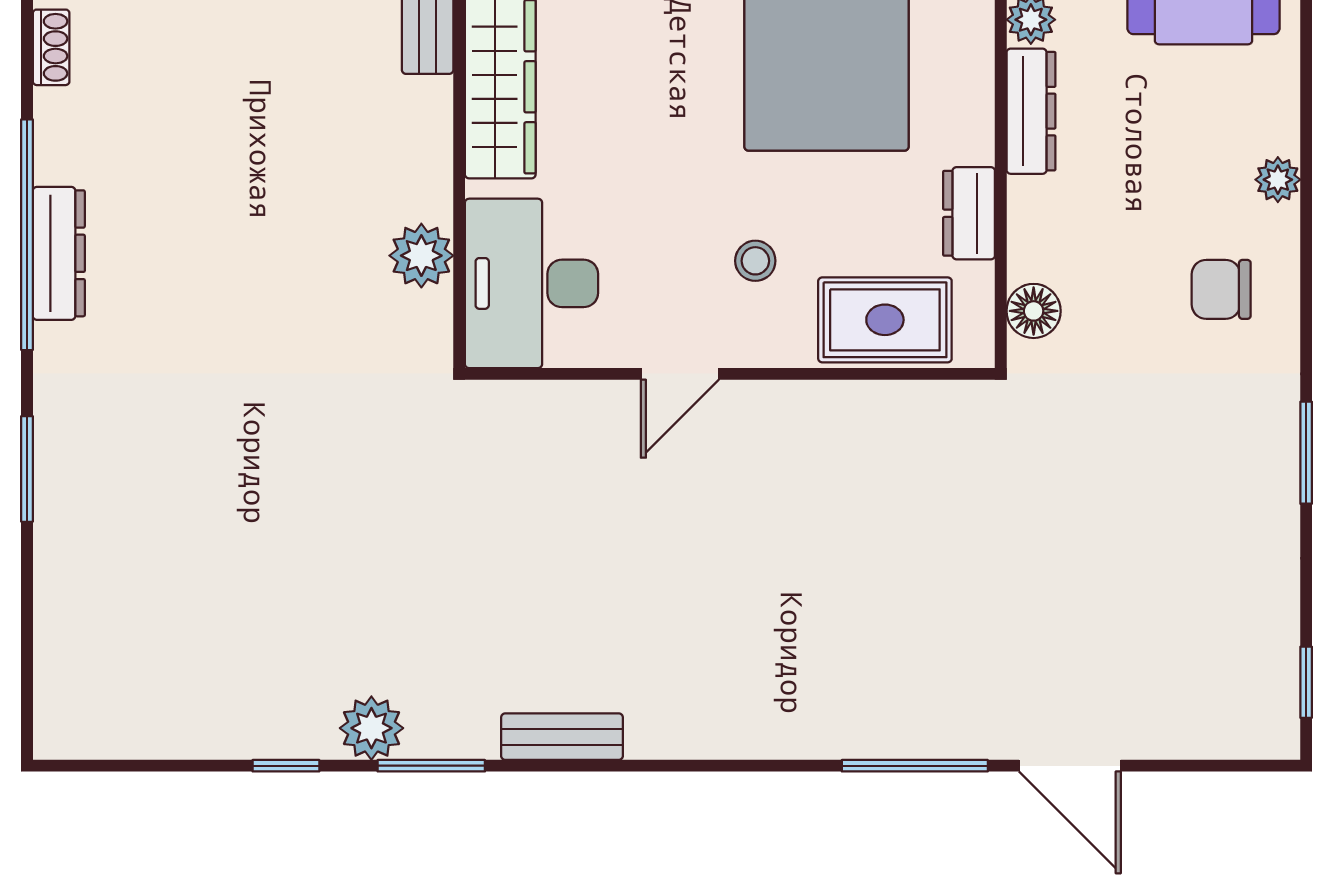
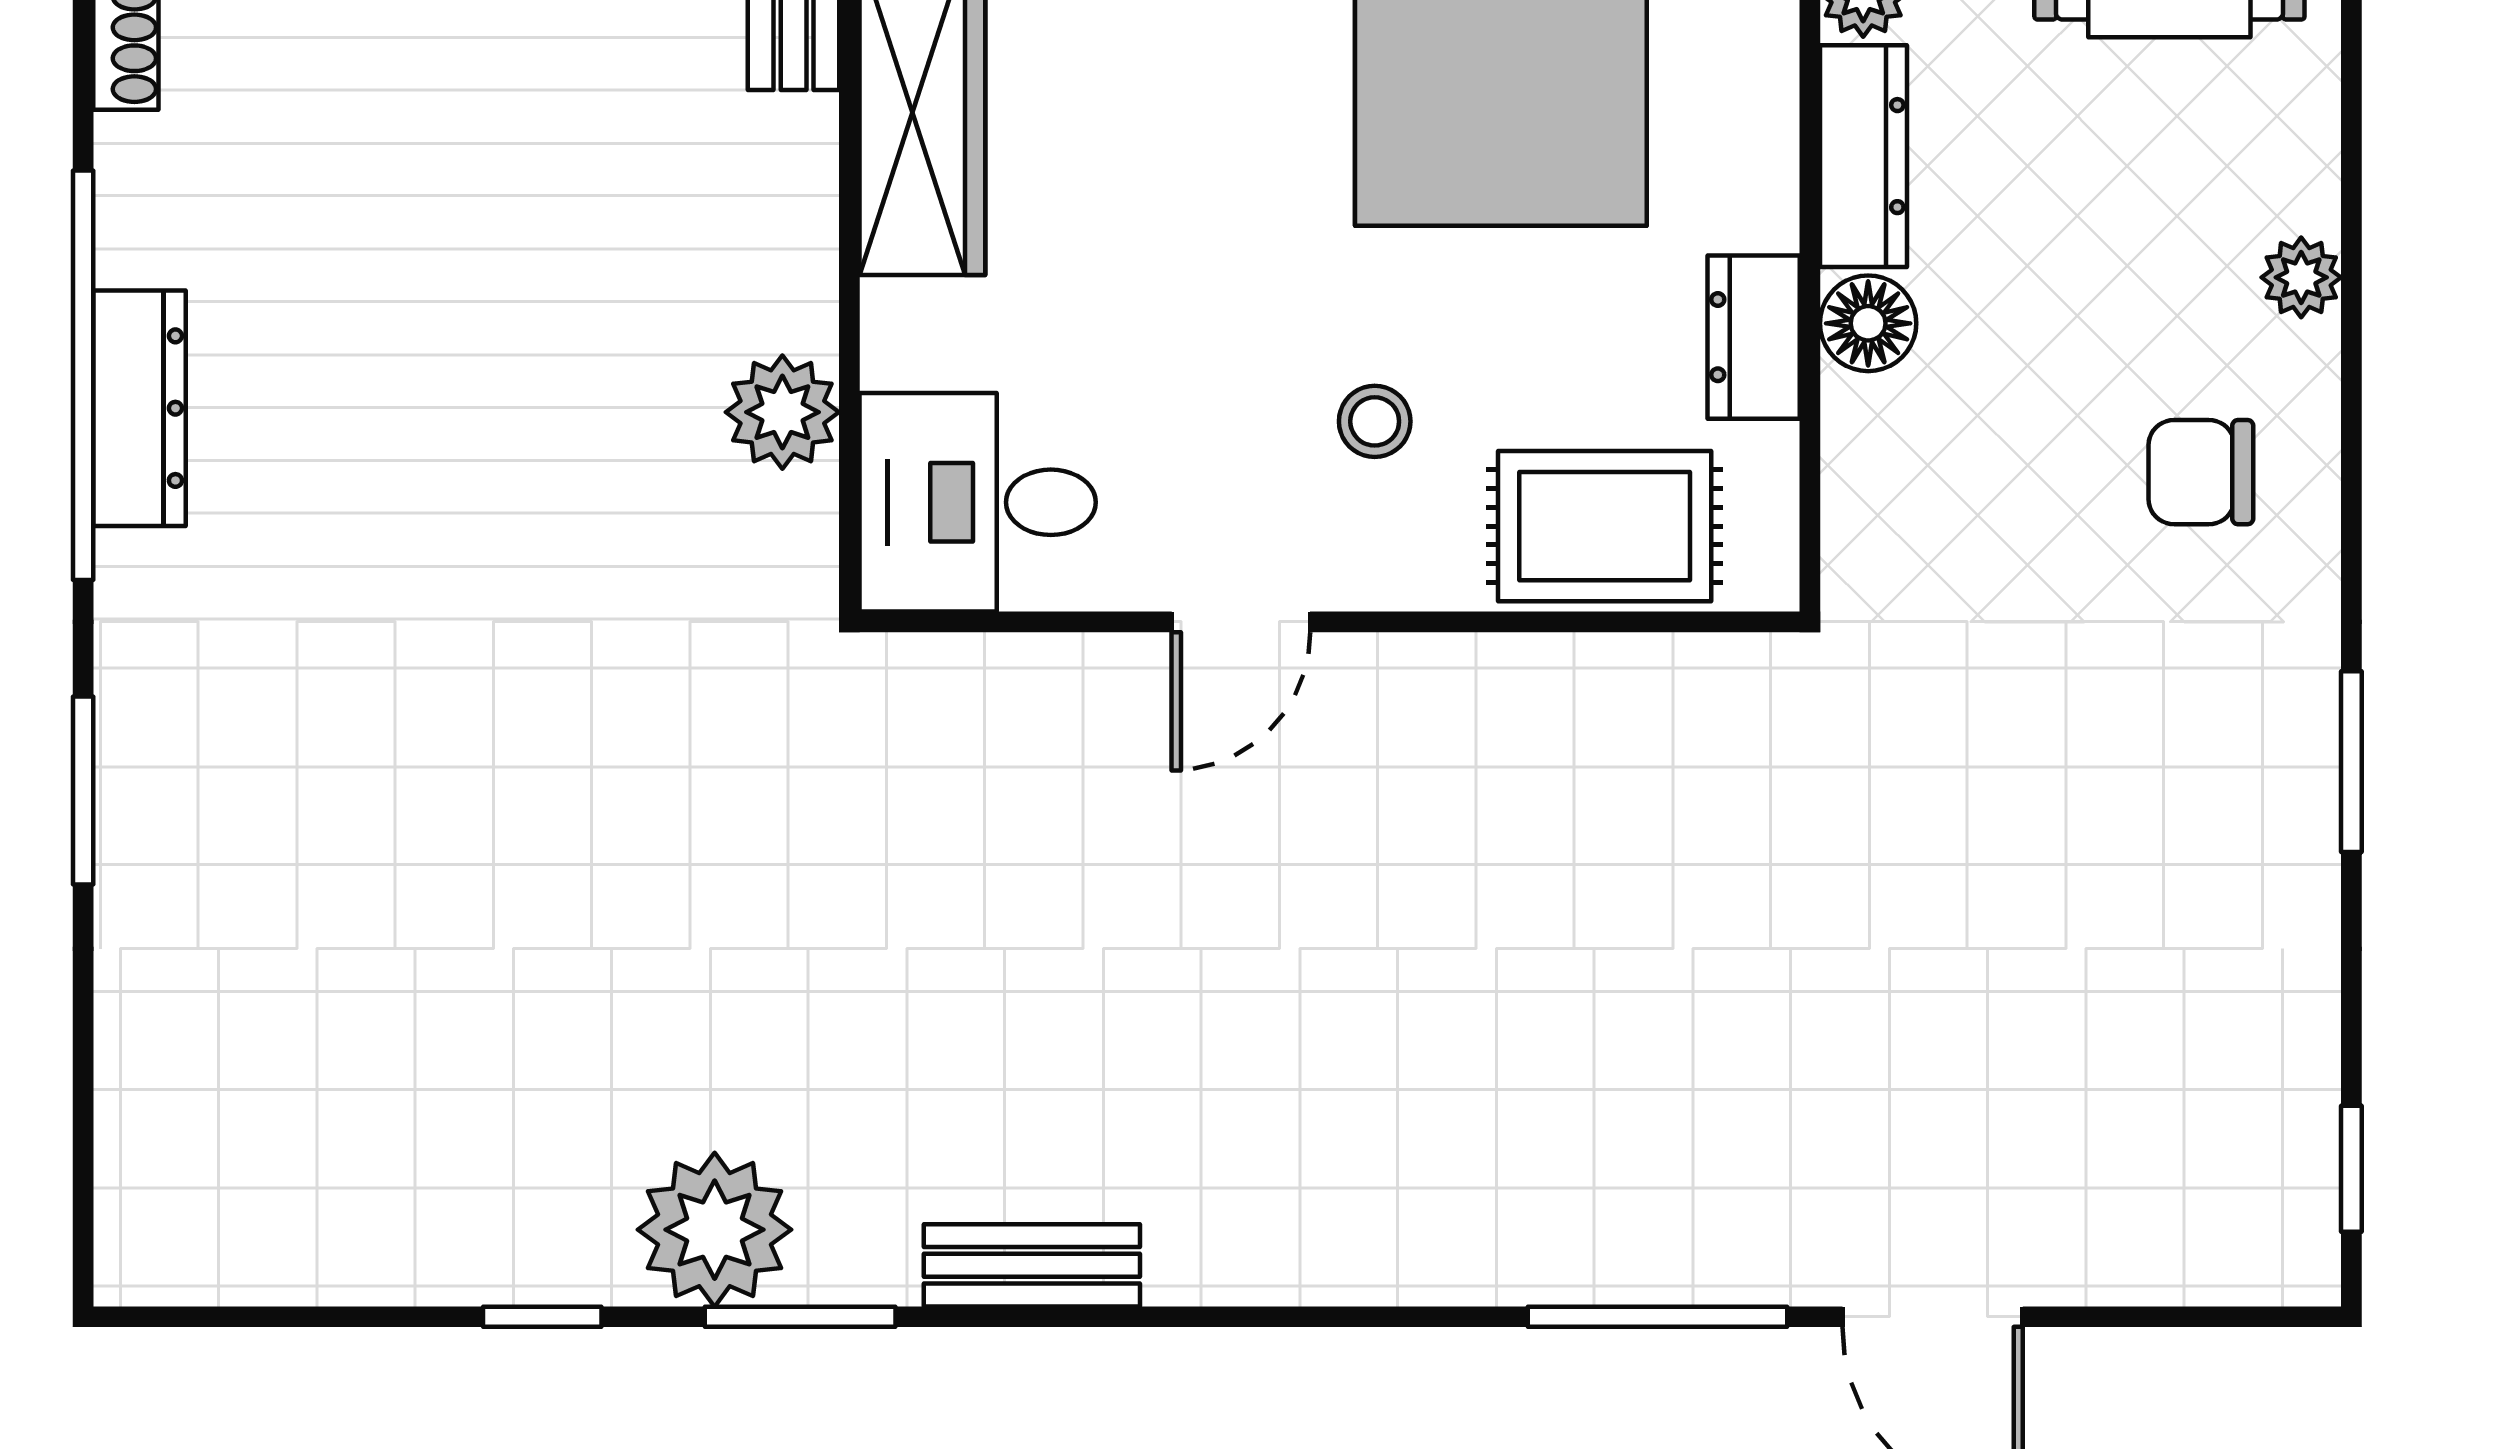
desk: (531, 283) -> (978, 502), width x0.73
floor lamp: (1034, 311) -> (1868, 323), moved
plant: (371, 728) -> (715, 1230), width x1.36, depth x1.36

